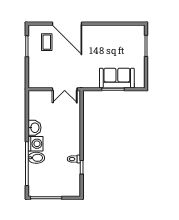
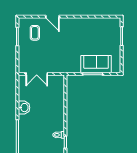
door: (67, 24) -> (53, 17), width x0.53
double door: (65, 89) -> (37, 74), moved
washing machine: (35, 144) -> (25, 122), removed
bidet: (36, 158) -> (26, 134), removed

